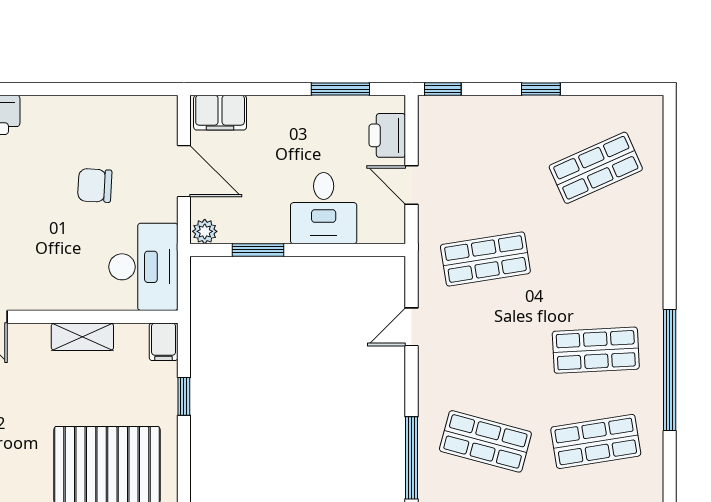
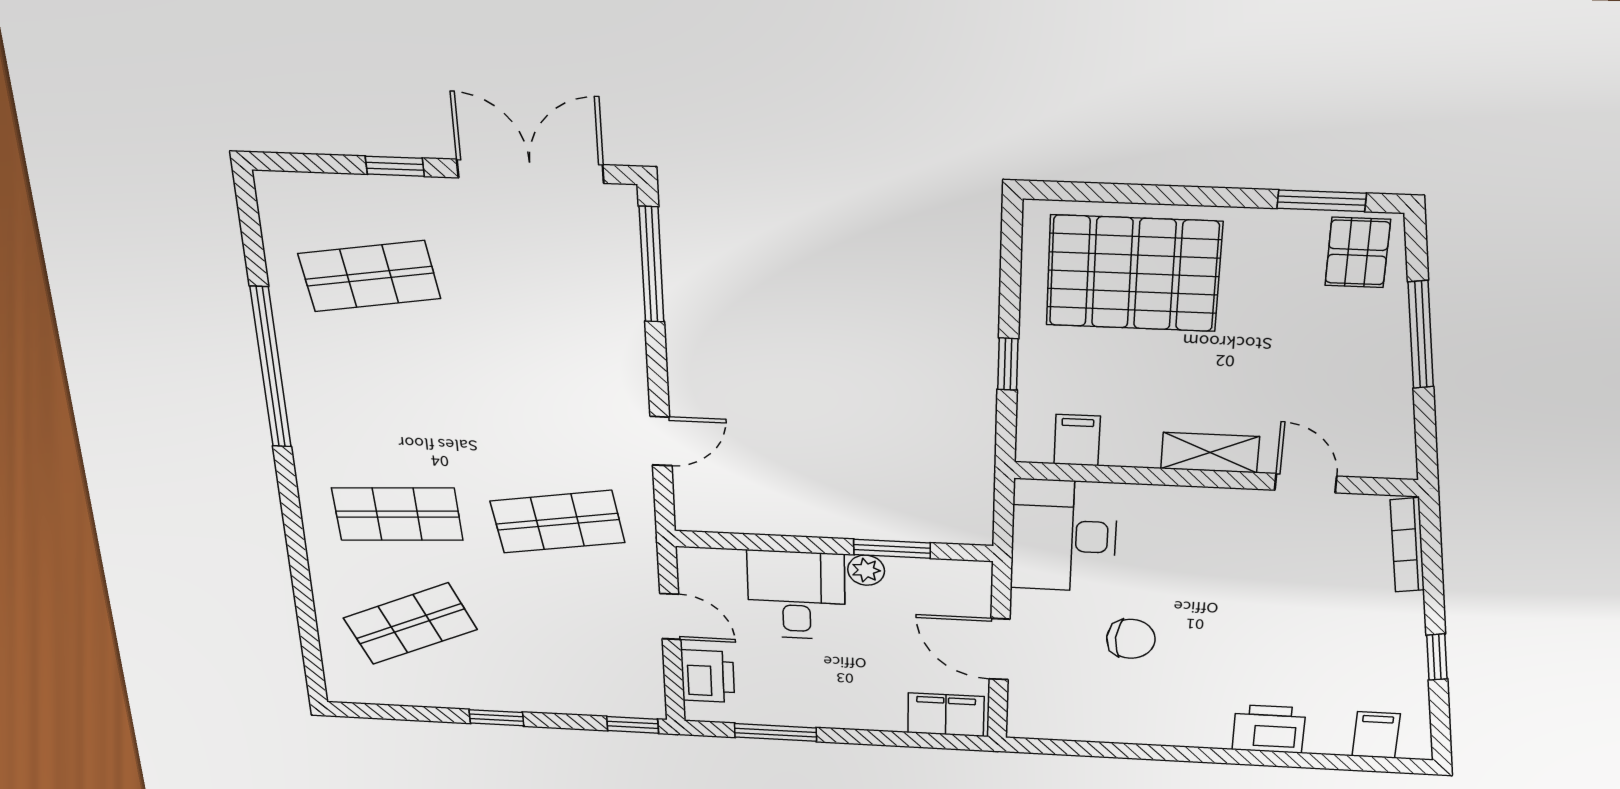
plant: (205, 231) -> (866, 570), moved
shelving: (82, 337) -> (1210, 453), moved
filing cabinet: (164, 342) -> (1077, 440), moved
shop shelf: (596, 350) -> (397, 514), moved
shop shelf: (485, 441) -> (539, 283), removed

